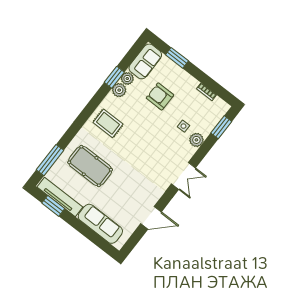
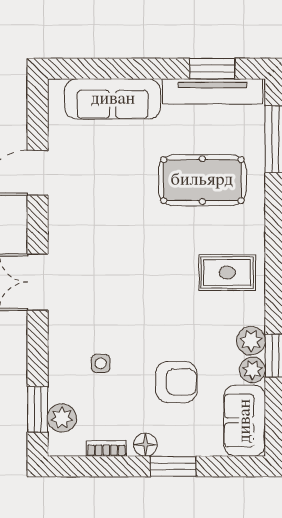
window: (177, 58) -> (173, 466), moved
floor lamp: (191, 82) -> (145, 445), added
plant: (196, 140) -> (62, 418), moved

